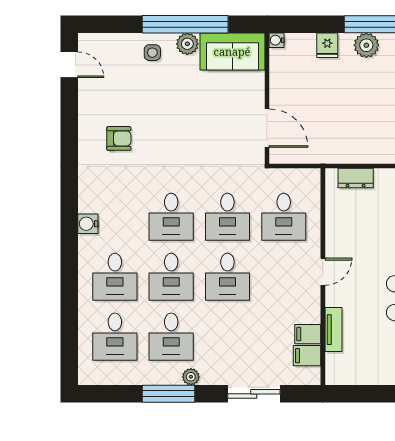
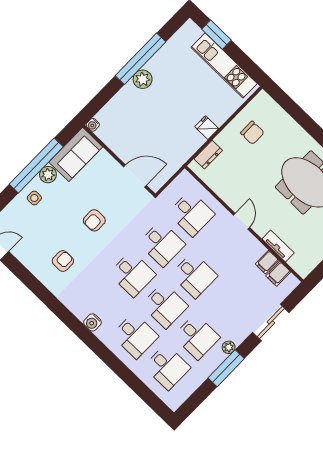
fridge: (327, 45) -> (207, 128), moved, turned 180
armchair: (187, 131) -> (94, 220), added

